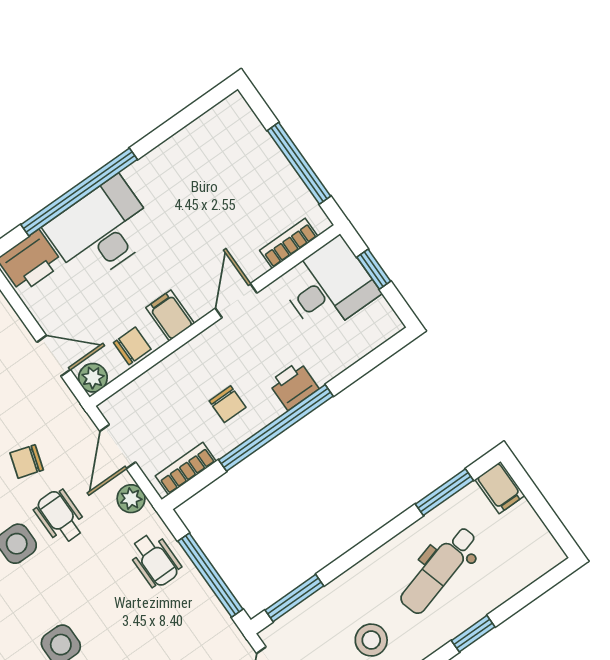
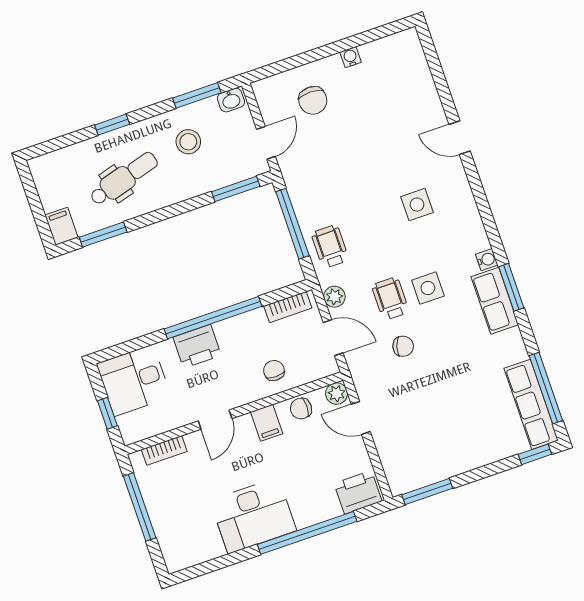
desk: (101, 230) -> (253, 516), moved
desk: (329, 287) -> (134, 380), moved
printer: (294, 386) -> (197, 346), width x1.36, depth x1.24
chair: (228, 404) -> (274, 371), moved
door: (118, 447) -> (333, 338), hinge flipped
wheelchair: (60, 517) -> (390, 299), turned 180

